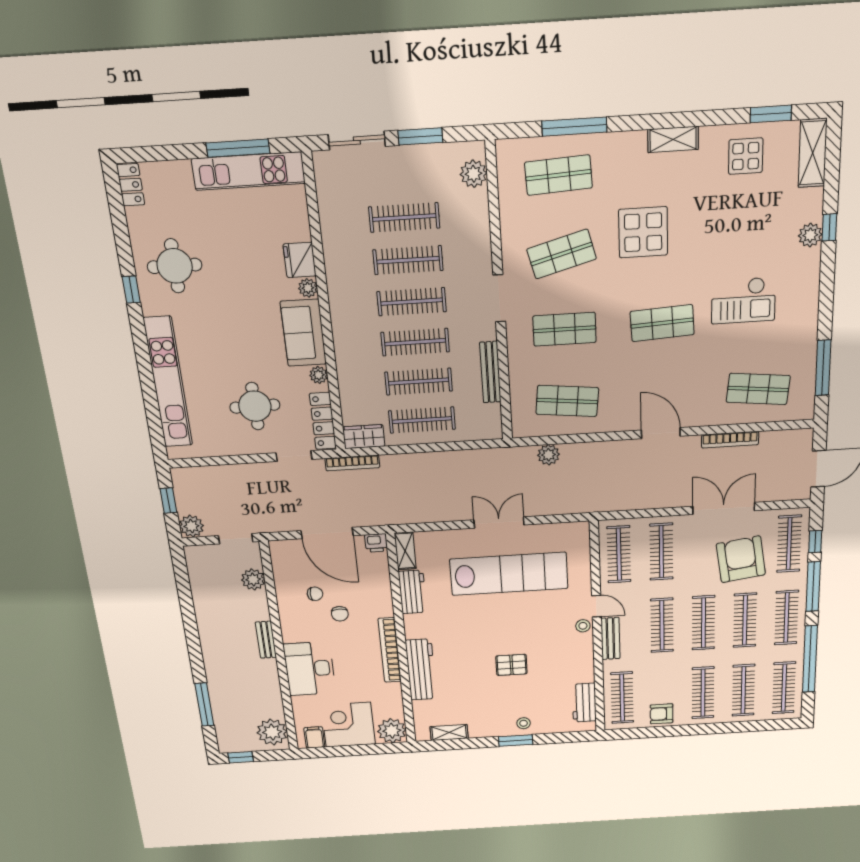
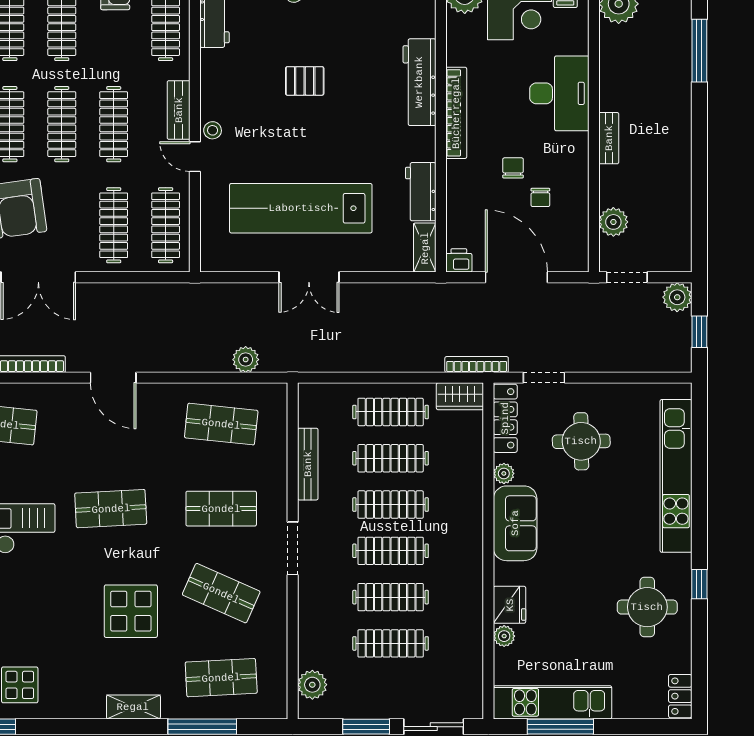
shelving: (673, 139) -> (133, 707), moved
shop shelf: (562, 254) -> (221, 593), turned 39
plant: (308, 288) -> (504, 636), moved
chair: (315, 594) -> (540, 197), turned -90

